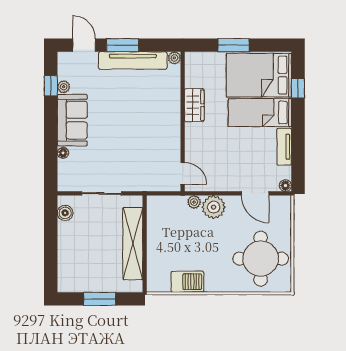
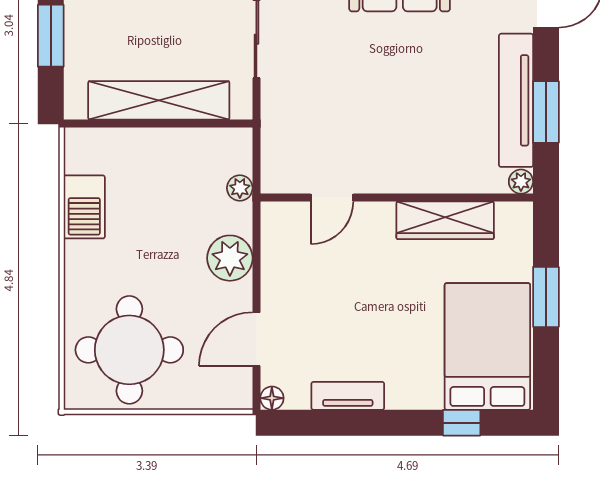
window: (123, 45) -> (546, 112), moved
wardrobe: (194, 105) -> (445, 220), width x1.50
bed: (260, 113) -> (414, 348), removed
door: (183, 173) -> (332, 198), moved
plant: (194, 202) -> (240, 188), moved

